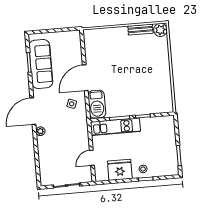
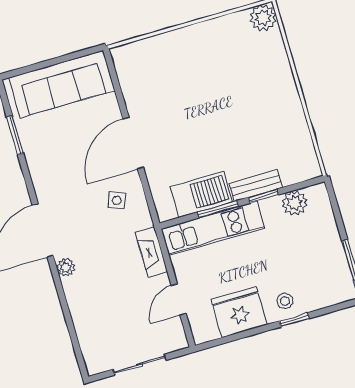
bench: (140, 30) -> (256, 185), moved
sofa: (41, 64) -> (62, 84), moved, turned 90
barbecue: (97, 104) -> (201, 194), moved, turned -90
plant: (157, 123) -> (295, 203), added
fireplace: (83, 132) -> (151, 252), added

